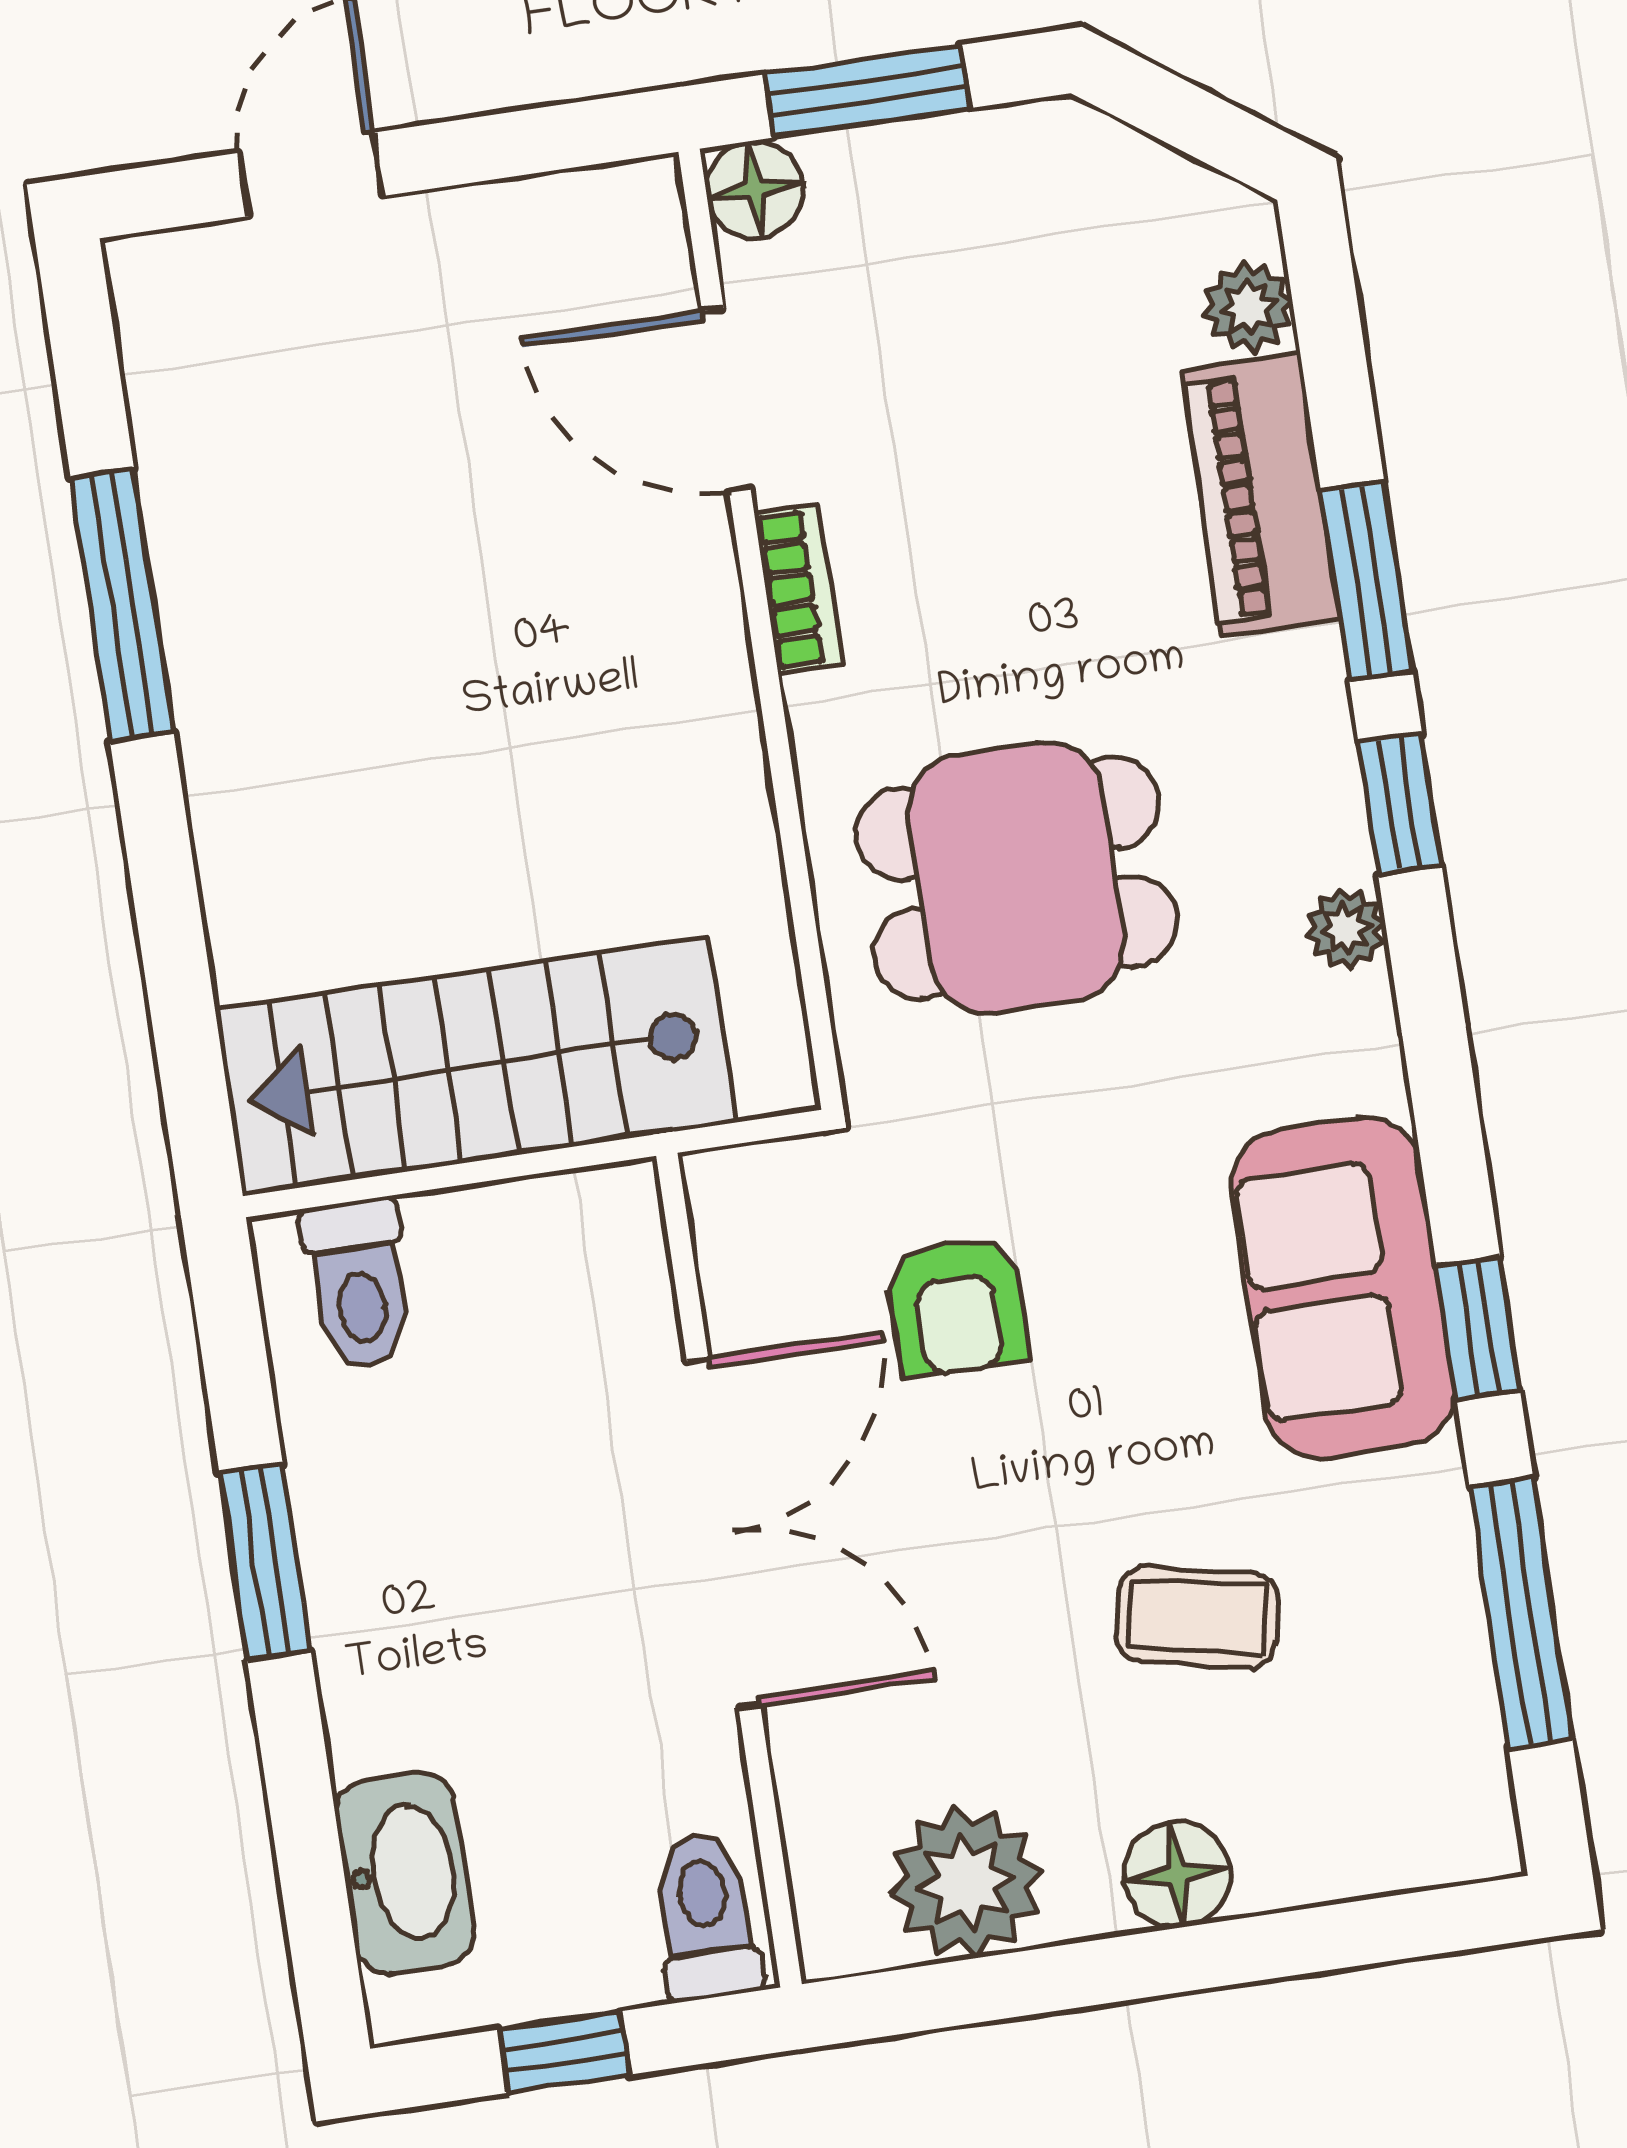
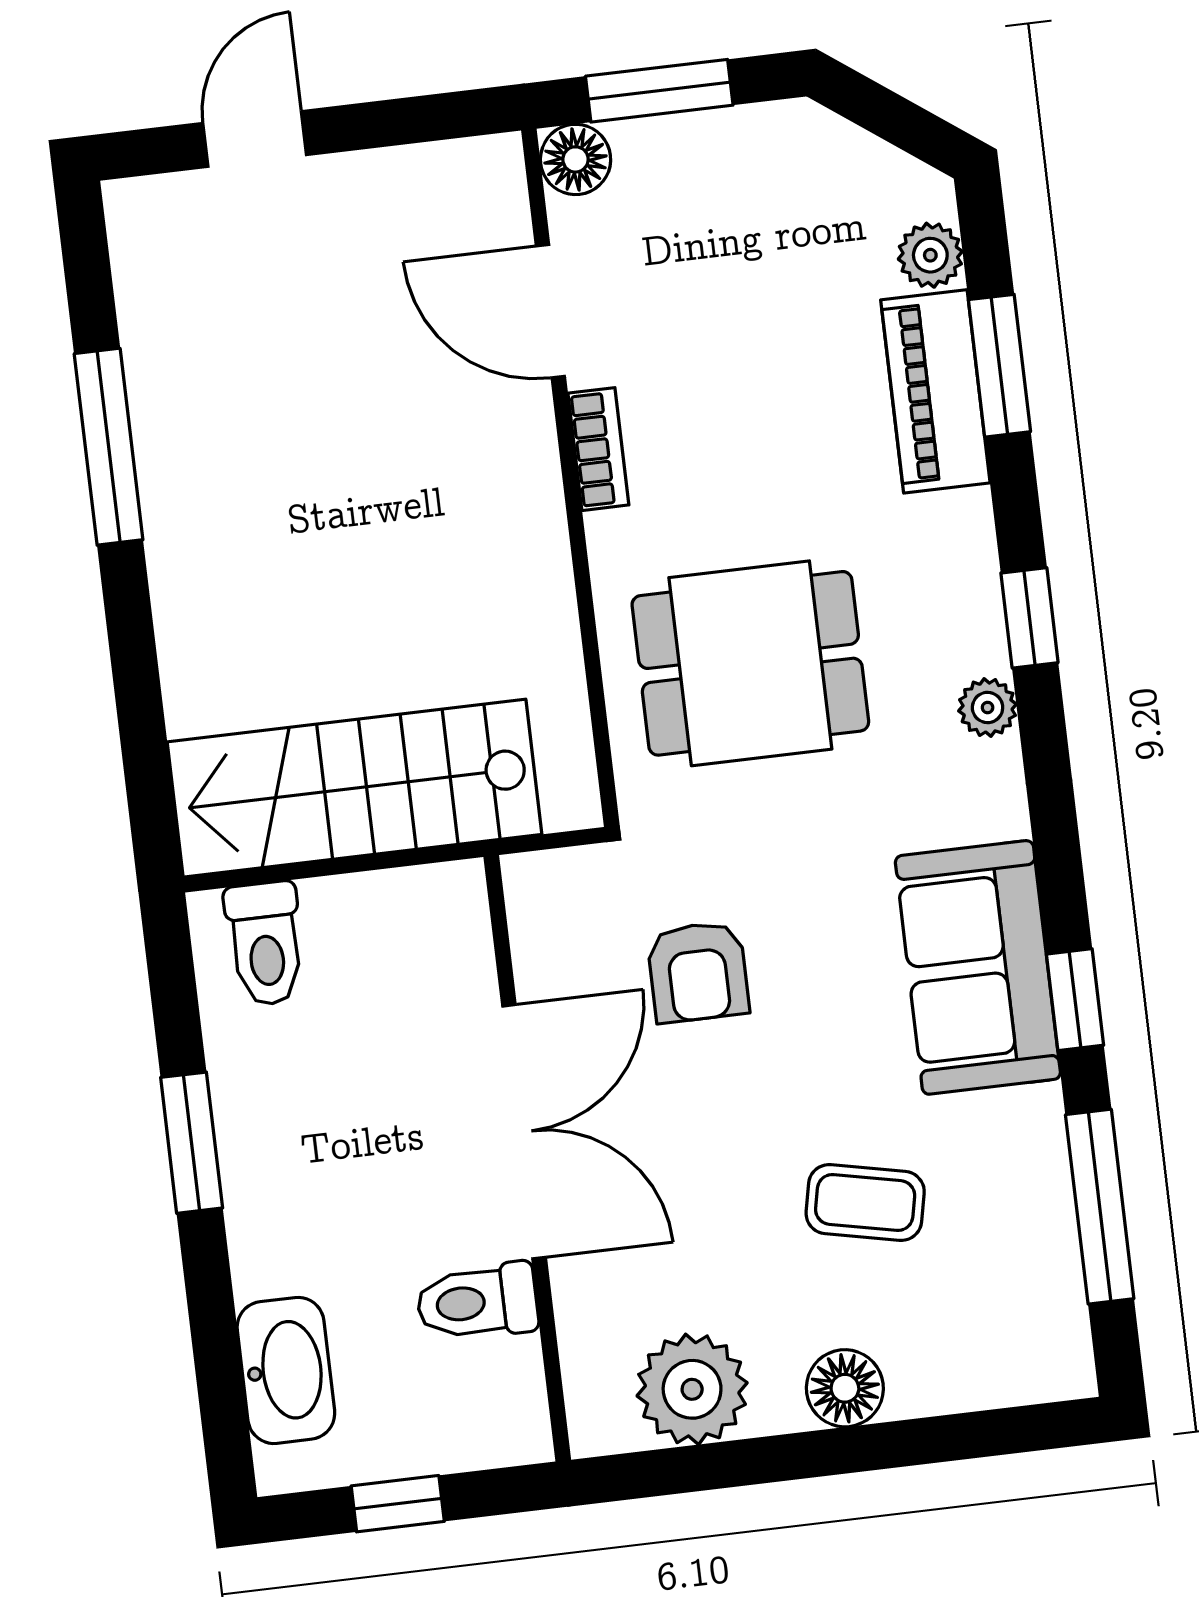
window: (1367, 581) -> (999, 366), moved
toilet: (706, 1916) -> (477, 1302), moved, turned -90

